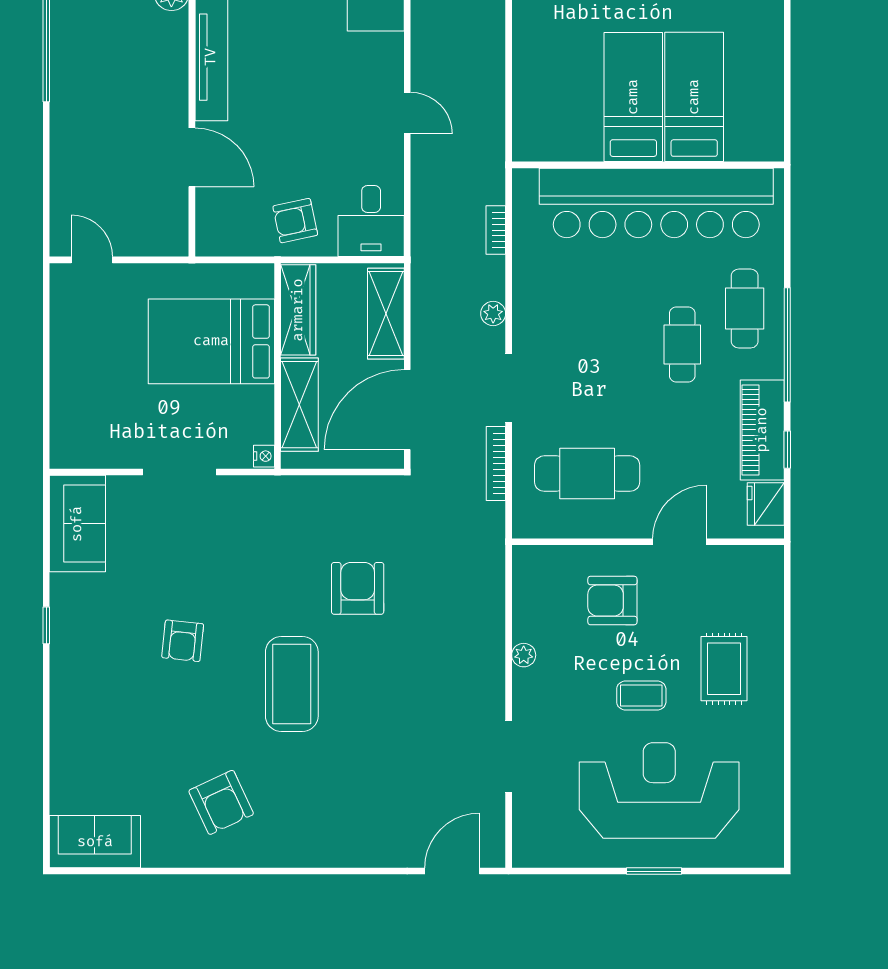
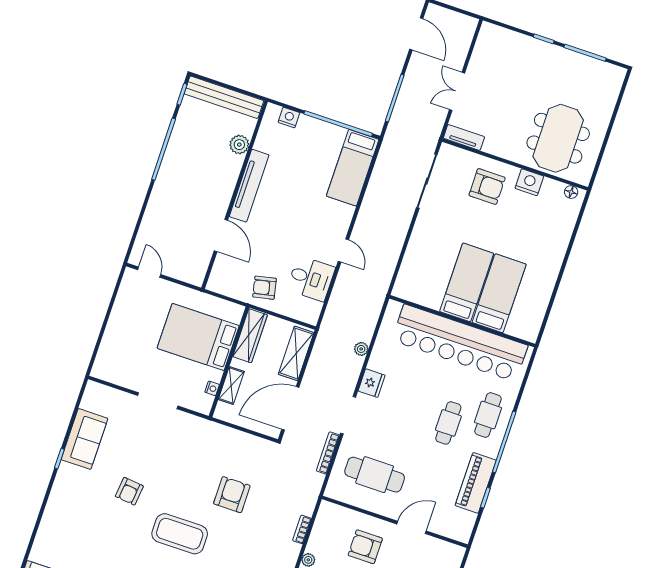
desk: (371, 221) -> (311, 279), moved, turned -90
bookcase: (496, 230) -> (302, 529), moved
plant: (493, 313) -> (361, 349), moved
shelving: (299, 405) -> (231, 385), width x0.67, depth x0.75
nightstand: (264, 456) -> (212, 388), moved
fridge: (766, 504) -> (372, 383), moved, turned 180
sofa: (77, 524) -> (84, 439), moved
coffee table: (292, 684) -> (180, 534), turned 90

